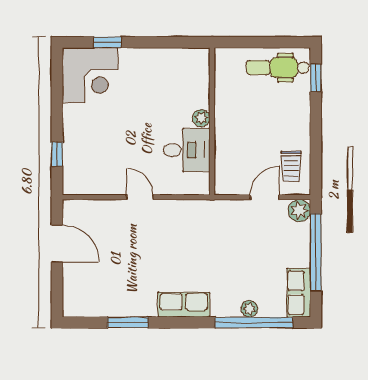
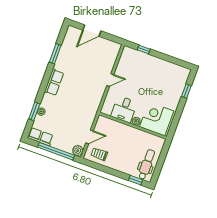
corner desk: (90, 75) -> (157, 119), moved, turned 90
door: (265, 197) -> (90, 137), hinge flipped
door: (57, 244) -> (92, 31), moved
window: (254, 322) -> (34, 111), width x0.47

